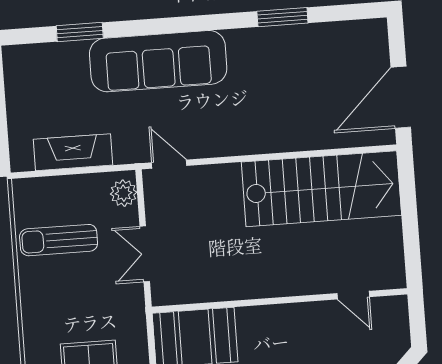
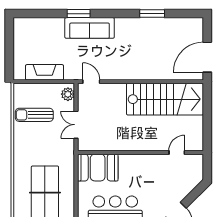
window: (80, 32) -> (79, 14), moved
sofa: (158, 61) -> (90, 28), width x0.74, depth x0.79
door: (353, 295) -> (177, 152), swing flipped

